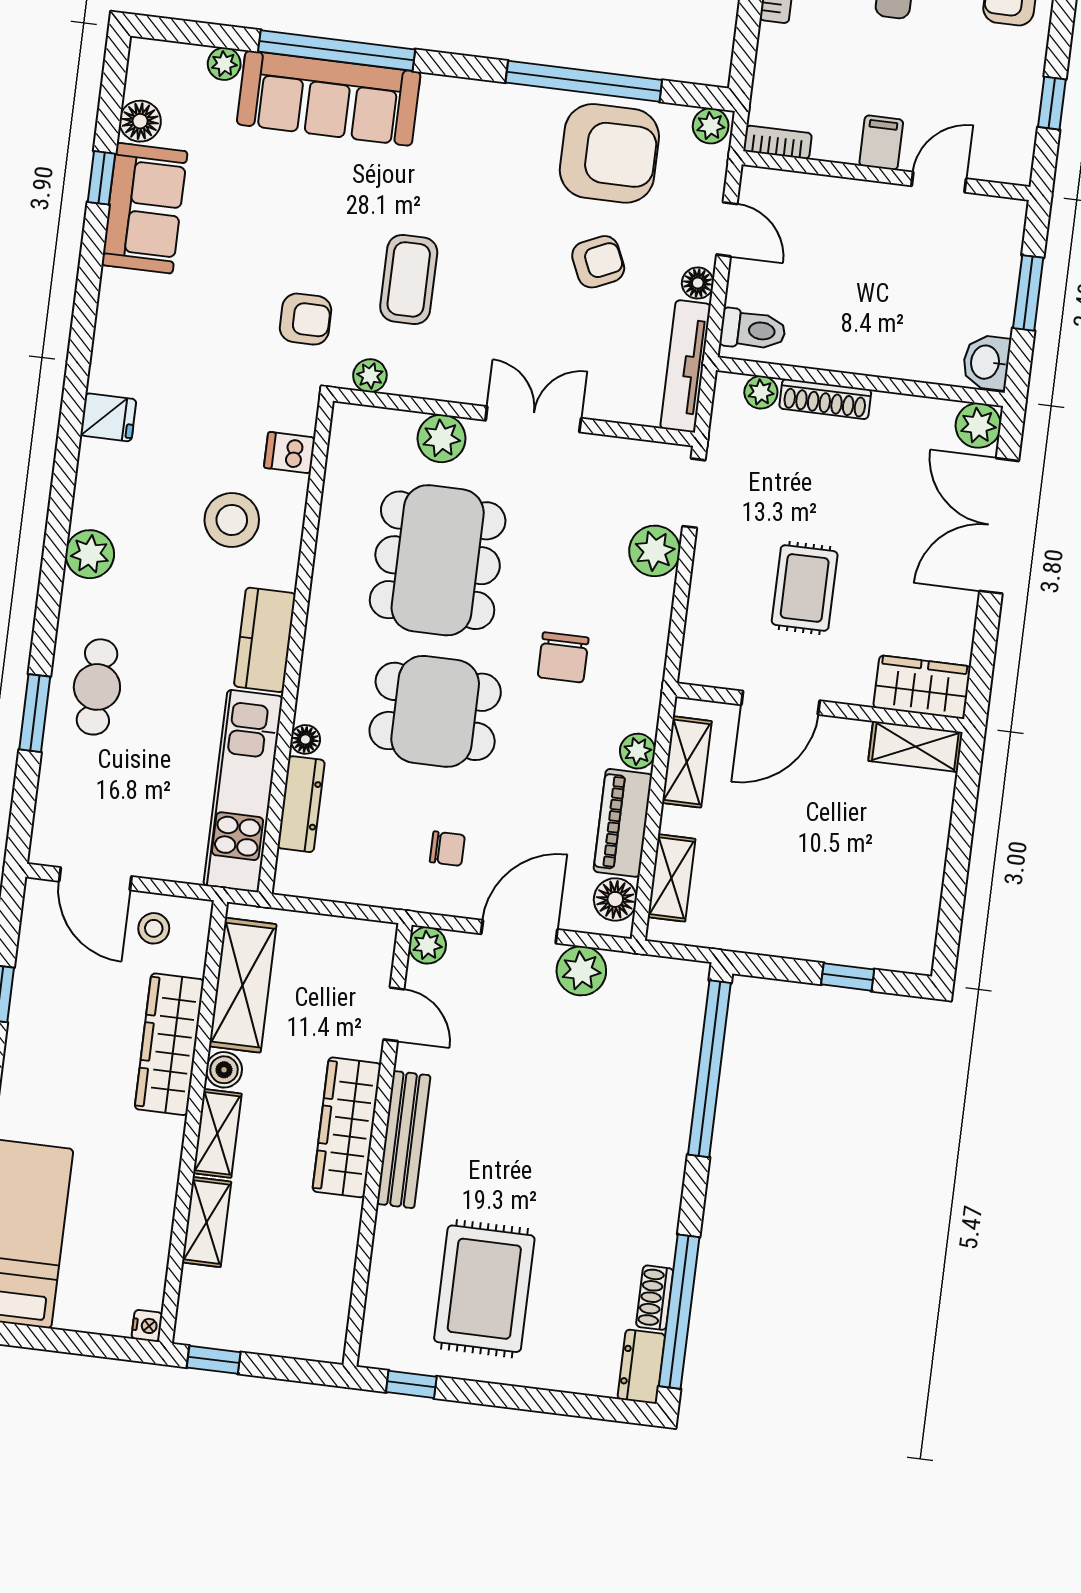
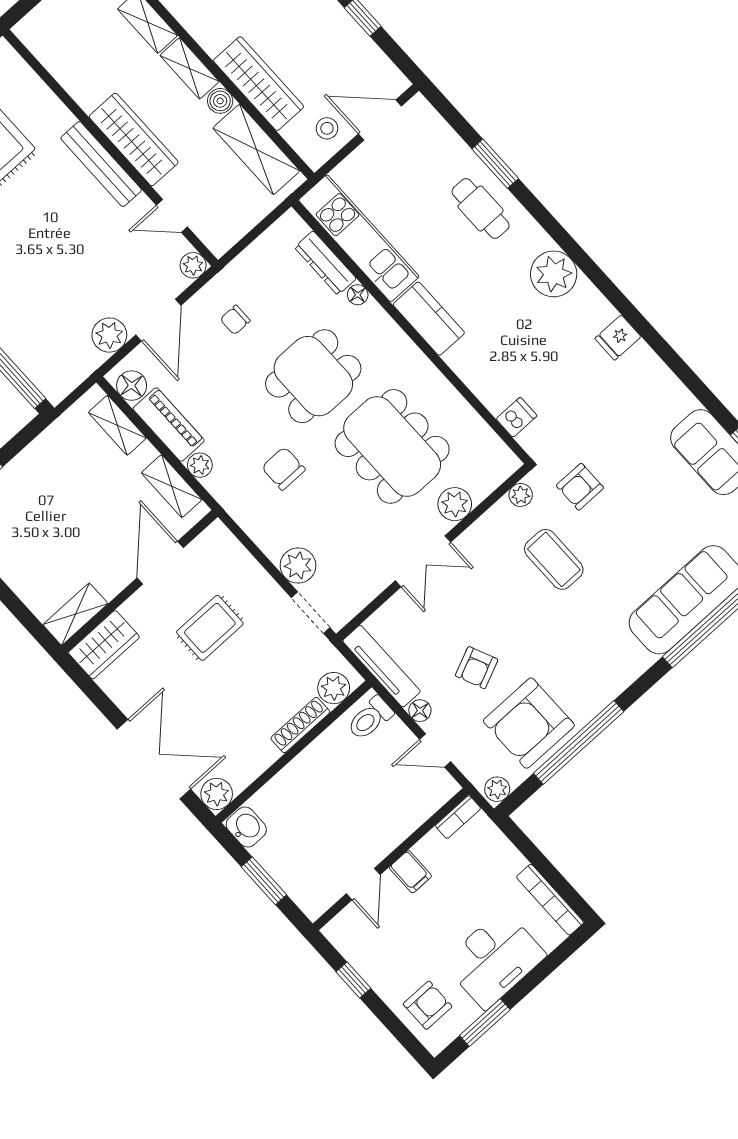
plant: (761, 392) -> (334, 688), width x1.38, depth x1.38
stool: (232, 520) -> (507, 356), removed
plant: (90, 554) -> (554, 274), width x1.36, depth x1.36
rug: (805, 588) -> (210, 628), turned 90

